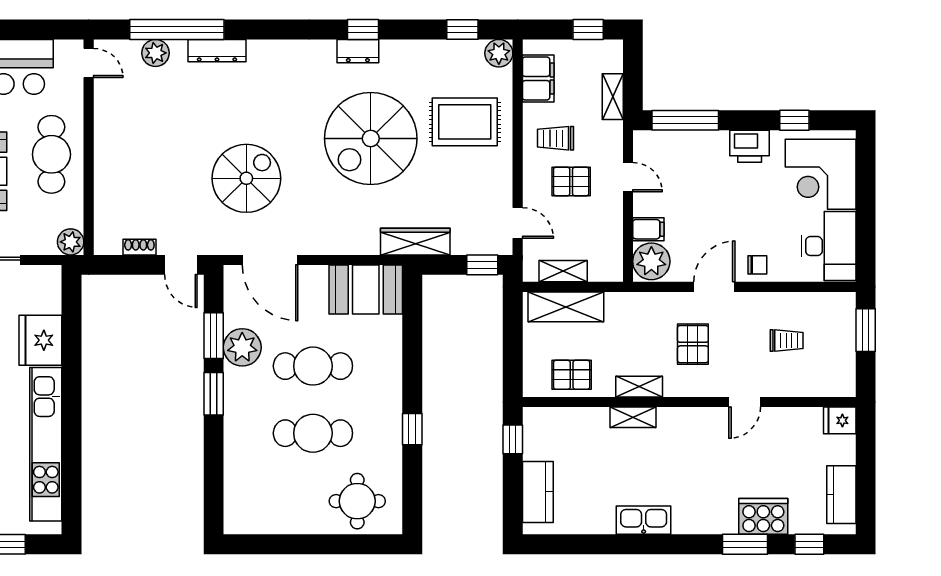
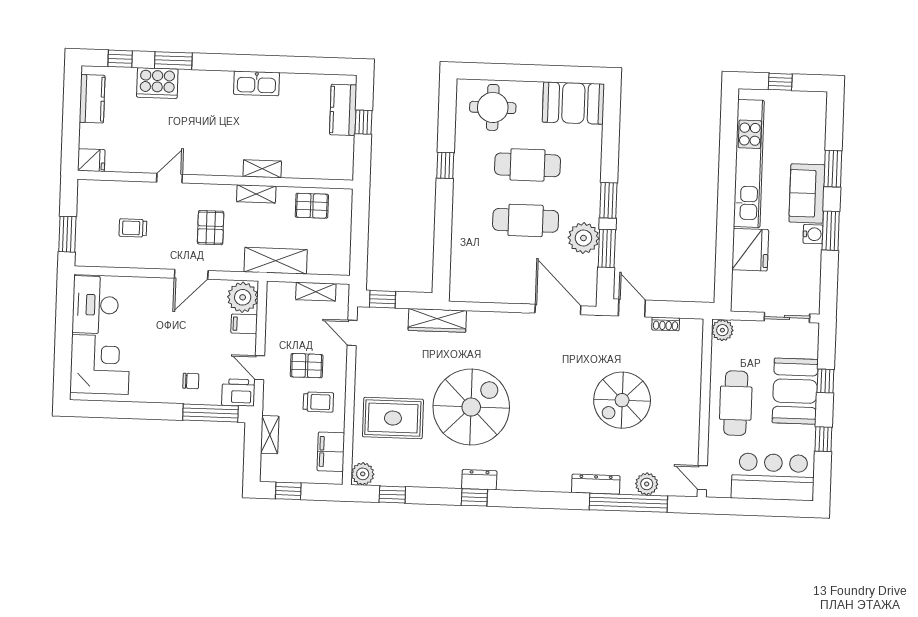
window: (794, 120) -> (120, 410), removed
printer: (750, 146) -> (238, 392), moved
spiral stairs: (246, 178) -> (622, 400), moved
chair: (757, 265) -> (191, 381), moved, turned 180
booth: (366, 289) -> (573, 103), moved
shelving: (566, 307) -> (276, 261), moved
window: (513, 439) -> (364, 122), moved

